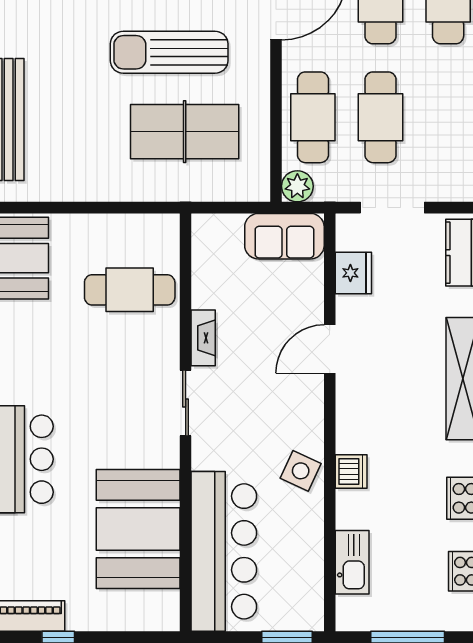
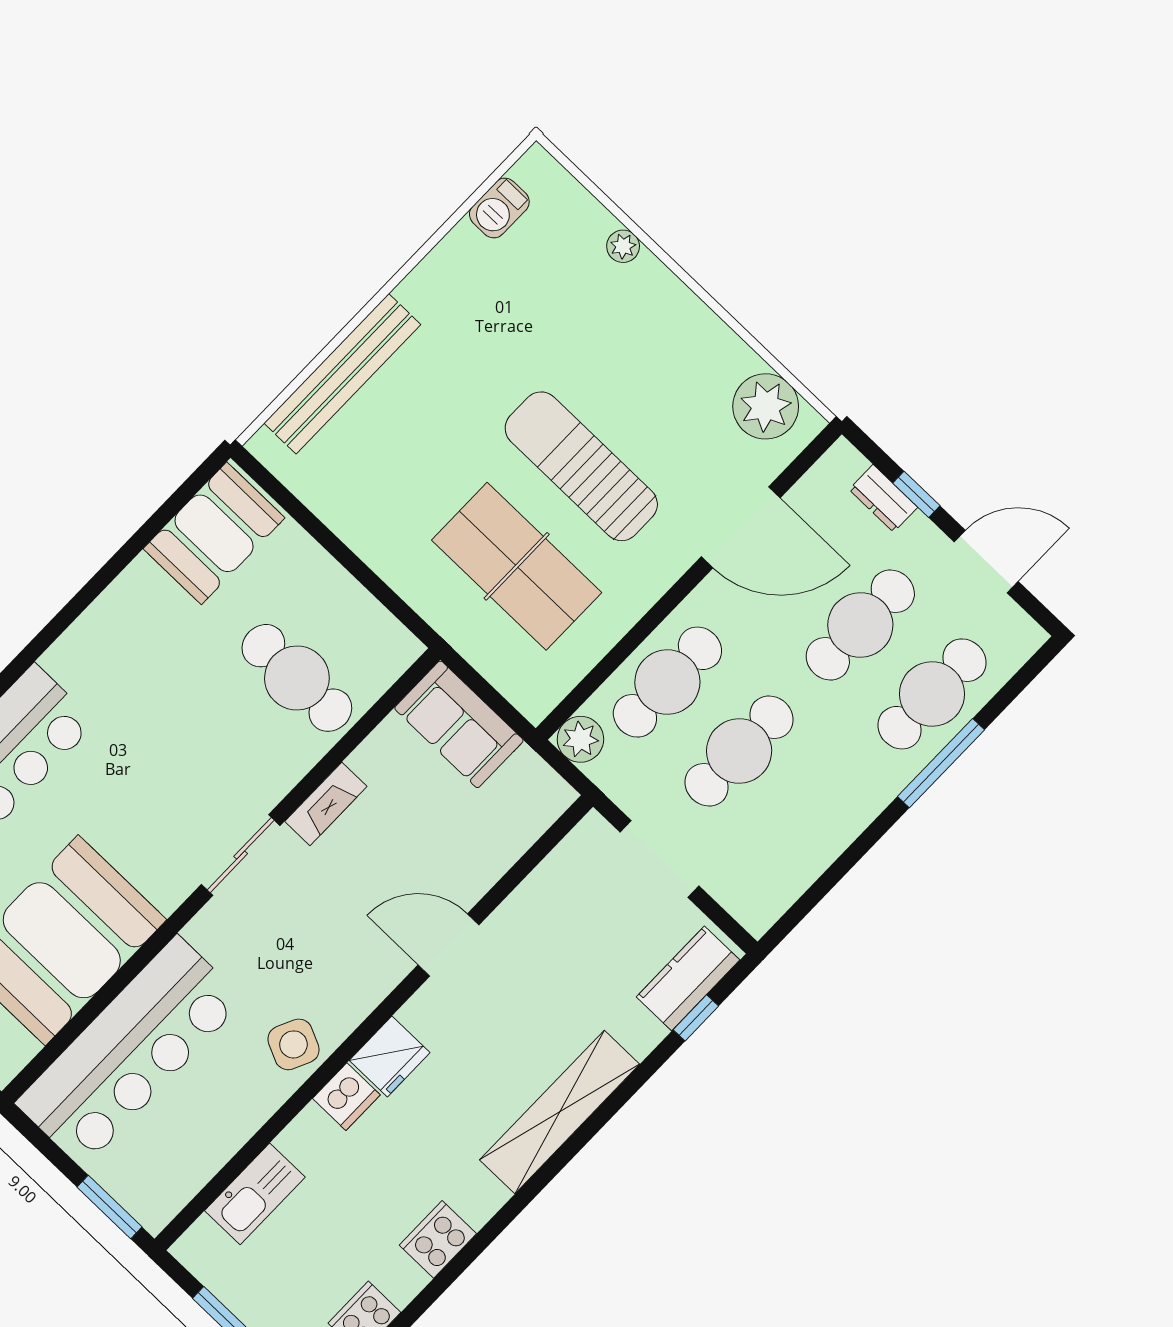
sofa: (284, 236) -> (459, 724), moved
fridge: (353, 273) -> (390, 1056), moved

